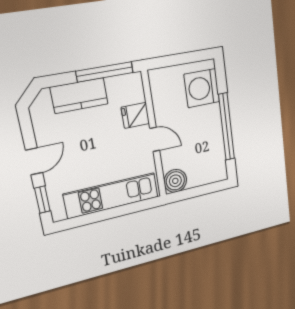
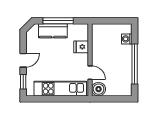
window: (105, 72) -> (58, 21), moved
washing machine: (202, 88) -> (127, 39), width x0.53, depth x0.53
door: (155, 139) -> (90, 73), moved

